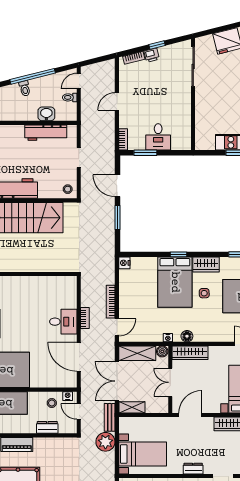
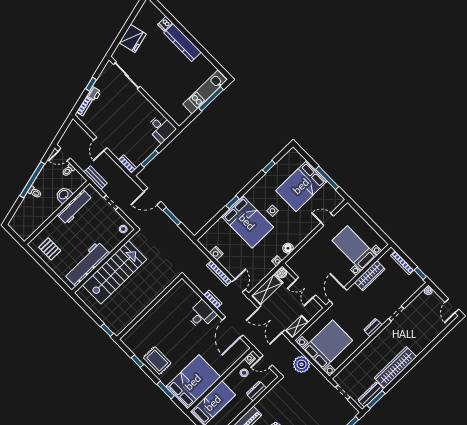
door: (79, 81) -> (64, 155), hinge flipped
desk: (158, 137) -> (161, 128), moved
nightstand: (124, 263) -> (216, 253), moved
wardrobe: (206, 264) -> (256, 192), removed
wardrobe: (190, 353) -> (300, 257), removed
door: (79, 357) -> (233, 327), hinge flipped
bench: (110, 417) -> (96, 178), moved
bed with nightstands: (143, 454) -> (328, 345), width x1.36

